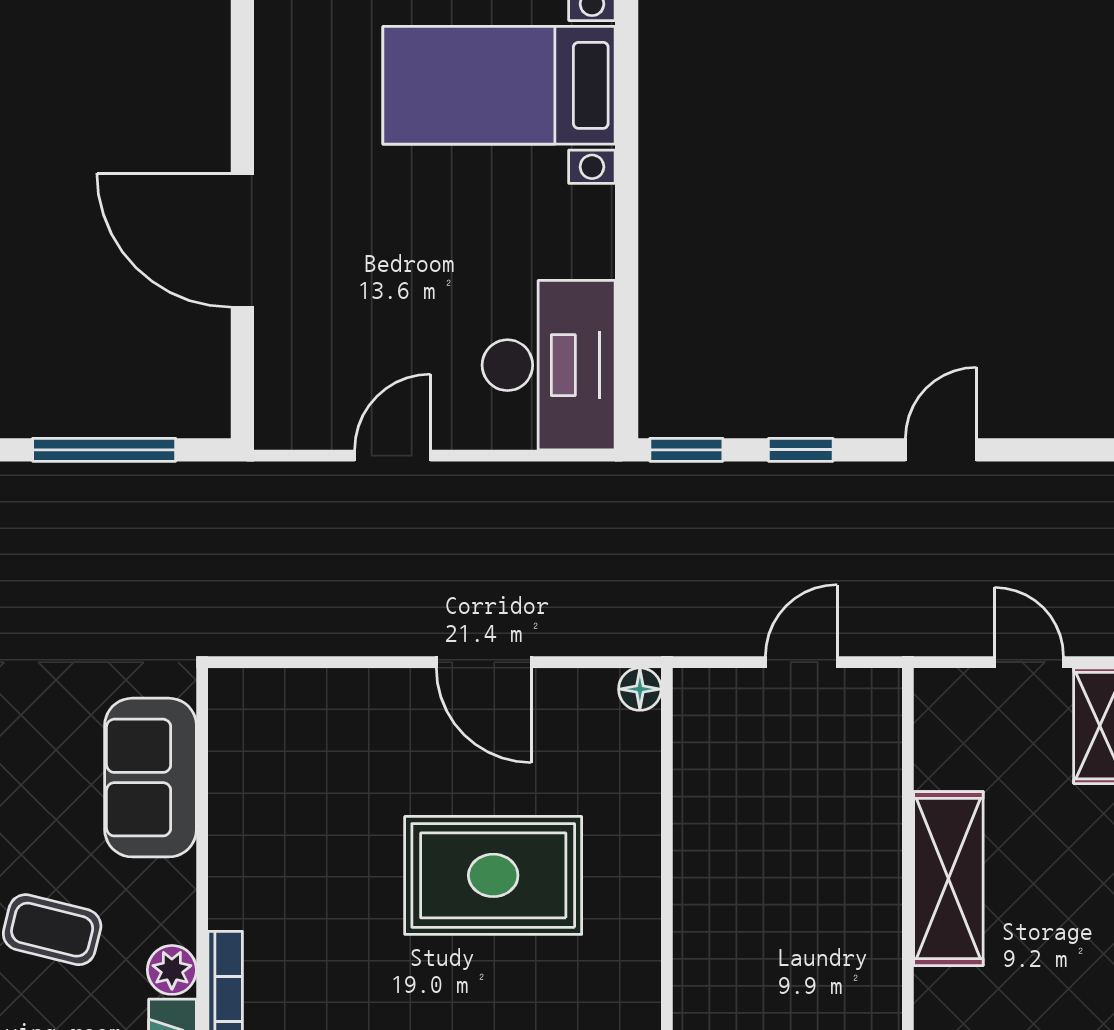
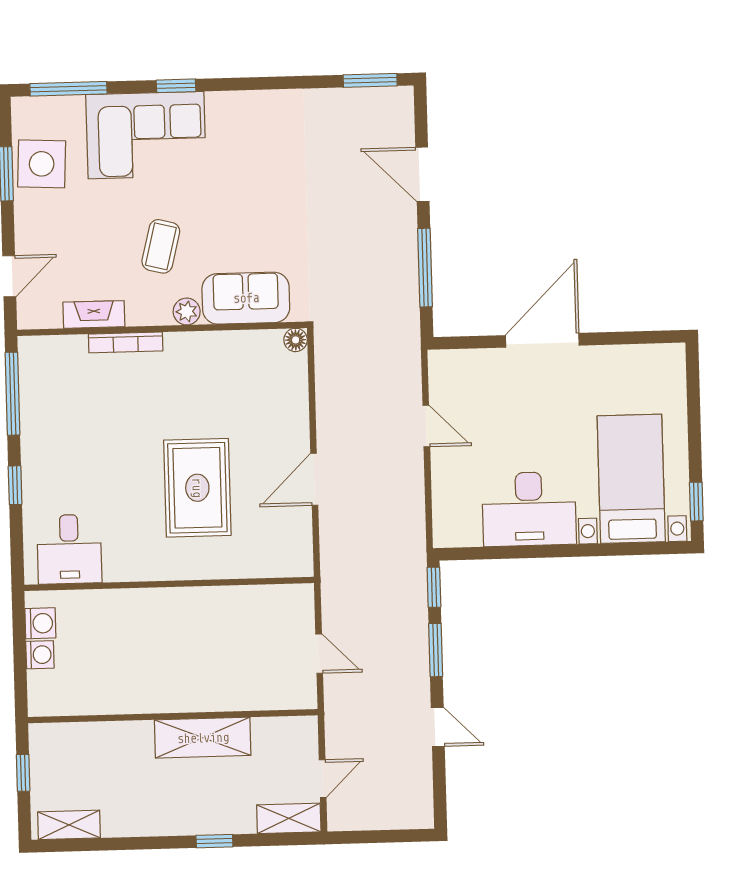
desk: (549, 365) -> (529, 509), moved
window: (801, 450) -> (436, 650), width x1.50
floor lamp: (640, 689) -> (296, 340), moved
plant: (172, 970) -> (187, 312), moved

